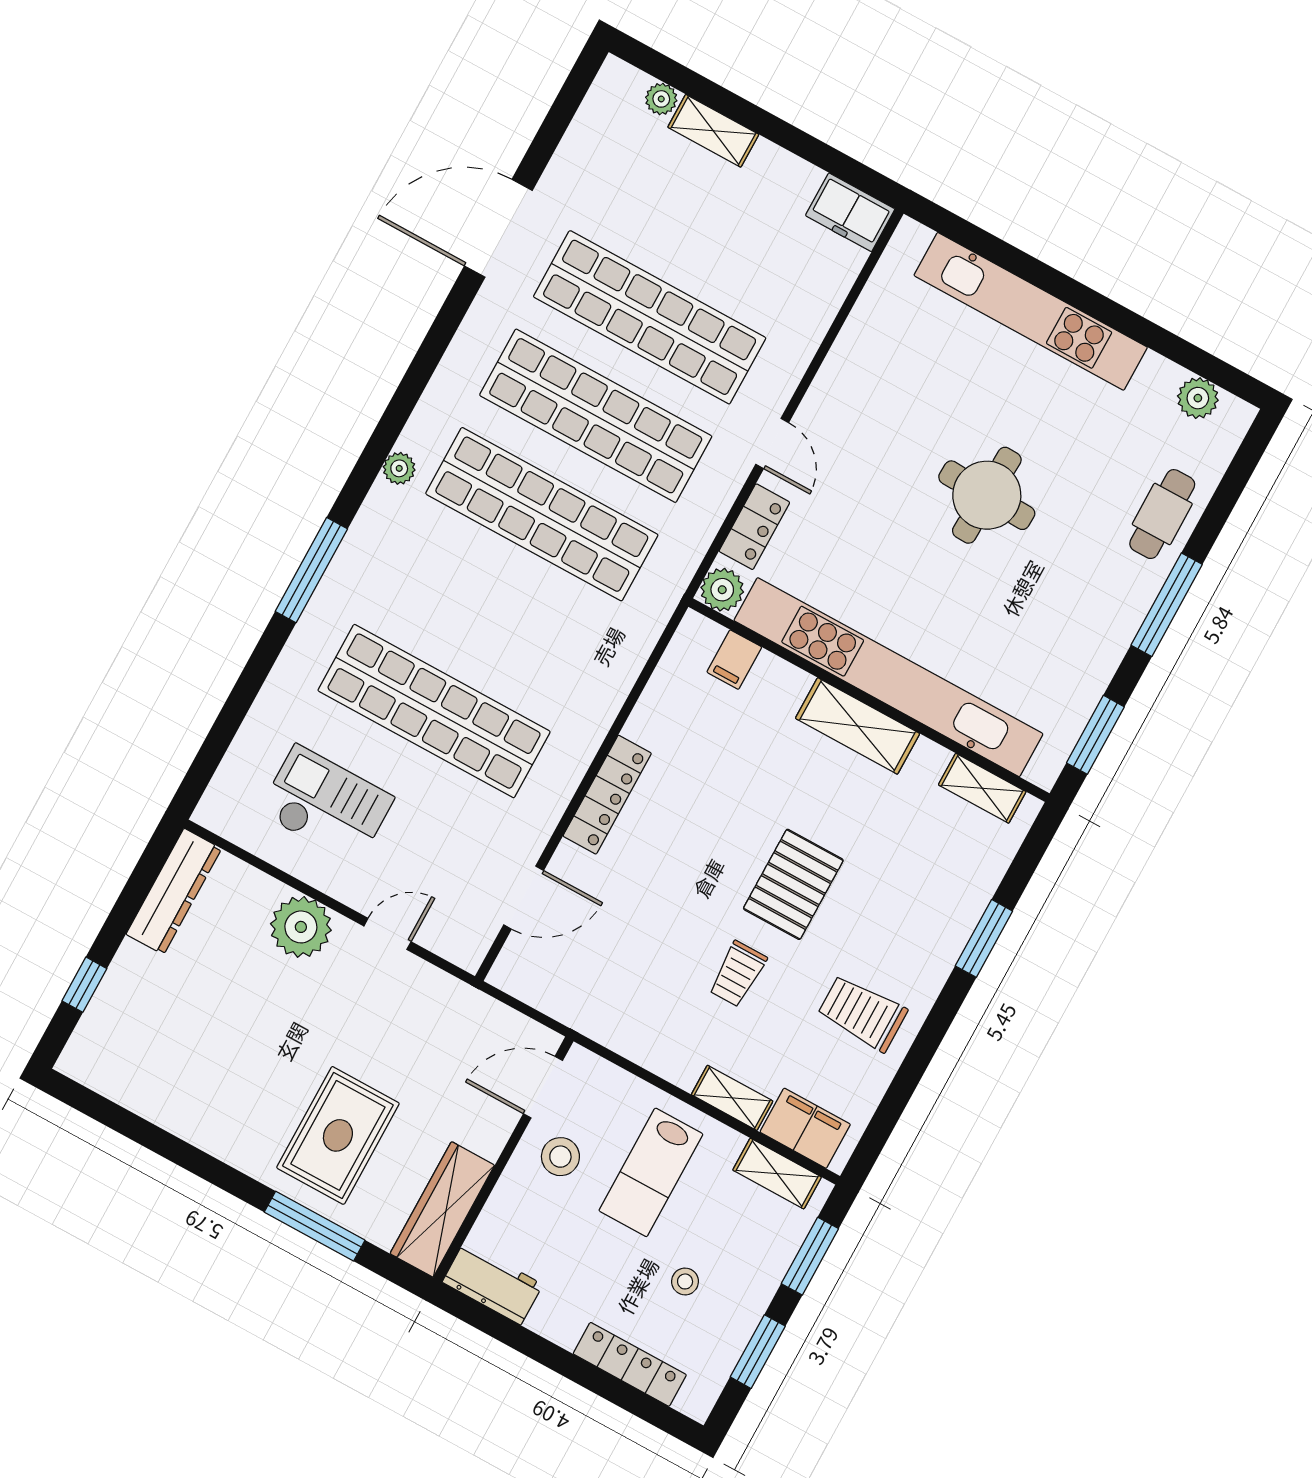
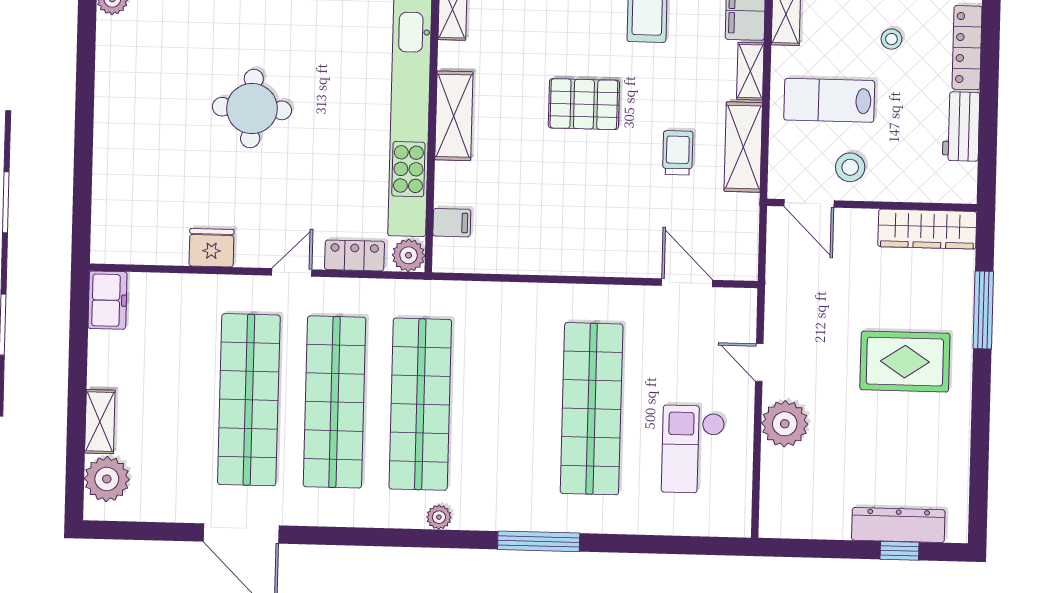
plant: (661, 99) -> (107, 479), width x1.87, depth x1.87
kitchen unit: (1031, 311) -> (112, 143), removed
fridge: (849, 365) -> (211, 248), added
locker: (607, 795) -> (588, 262), removed
dresser: (174, 891) -> (898, 525), moved
trolley: (738, 974) -> (678, 153), moved, turned -90
shelving: (648, 1044) -> (743, 147), added
rug: (338, 1135) -> (905, 362), moved
lab bench: (651, 1172) -> (829, 100), turned 180
workbench: (493, 1283) -> (961, 126), moved

